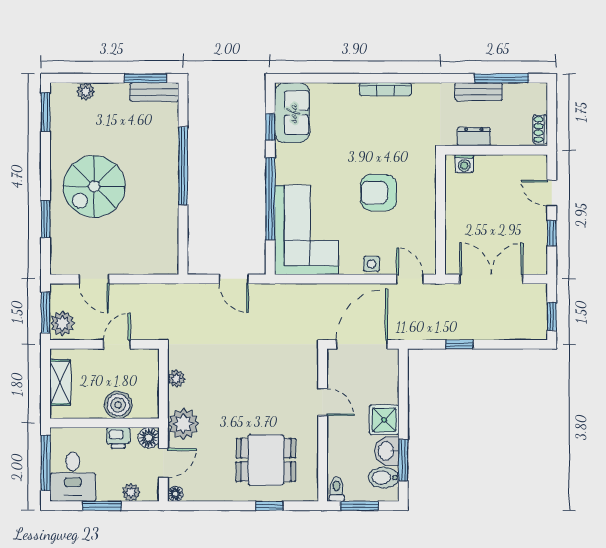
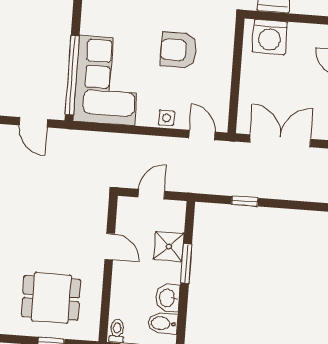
washing machine: (464, 164) -> (270, 37), width x1.89, depth x1.89
window: (270, 199) -> (72, 75), moved
door: (362, 344) -> (151, 194), width x0.53
shower: (384, 420) -> (169, 247), moved
window: (403, 460) -> (186, 264), moved

